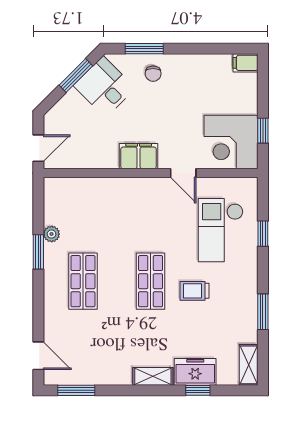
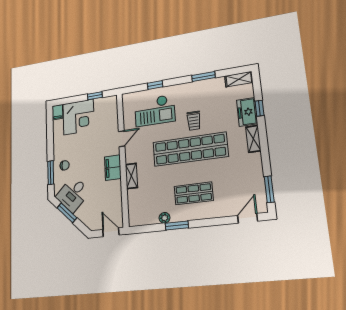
corner desk: (231, 142) -> (79, 117), moved
shelving: (121, 186) -> (131, 176), added
shop shelf: (151, 281) -> (190, 149), width x2.00, depth x1.36

